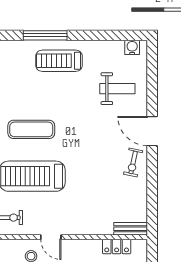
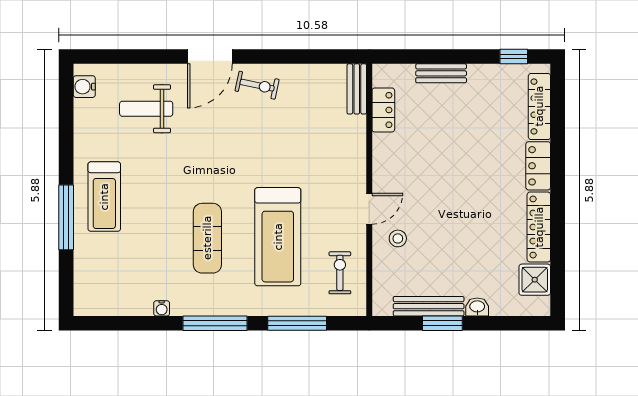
weight bench: (117, 89) -> (146, 109), turned -90

